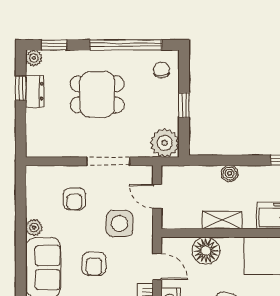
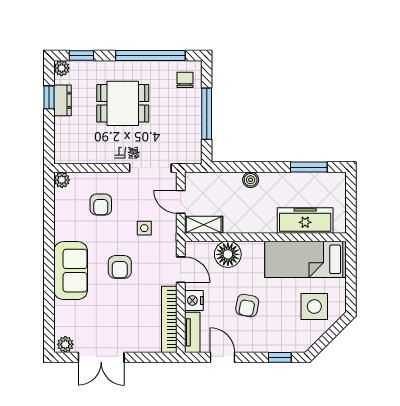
window: (184, 105) -> (207, 114), width x2.17
plant: (165, 143) -> (188, 150), removed
doorway: (108, 161) -> (150, 168), moved
shelving: (222, 220) -> (204, 225), moved
side table: (119, 224) -> (144, 228), width x0.54, depth x0.54
plant: (34, 227) -> (62, 180), moved

